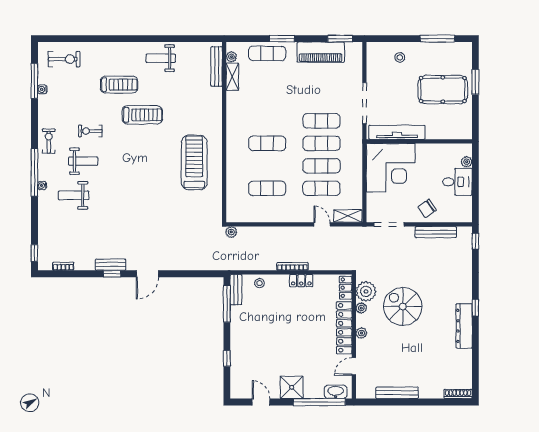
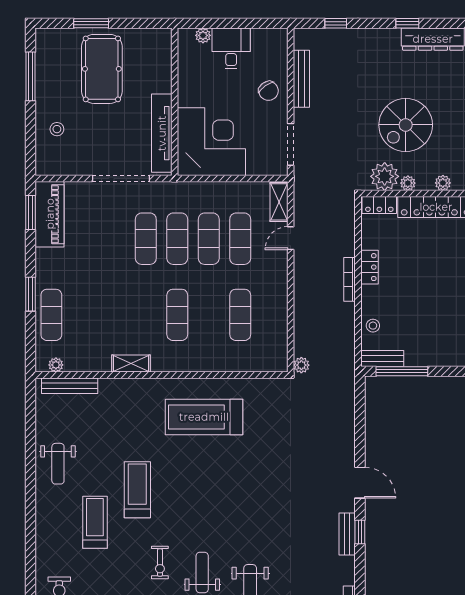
piano: (321, 52) -> (50, 214), moved
shelving: (232, 77) -> (131, 364), moved
window: (475, 241) -> (336, 23), moved

